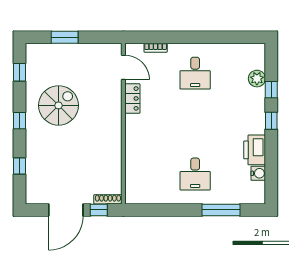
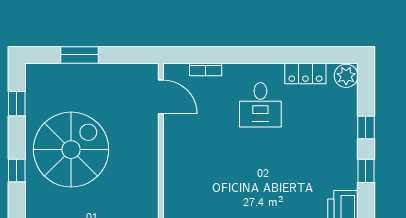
plant: (257, 79) -> (346, 76), moved
locker: (132, 98) -> (305, 73), moved, turned 90
spiral stairs: (59, 105) -> (71, 150), width x1.37, depth x1.37

